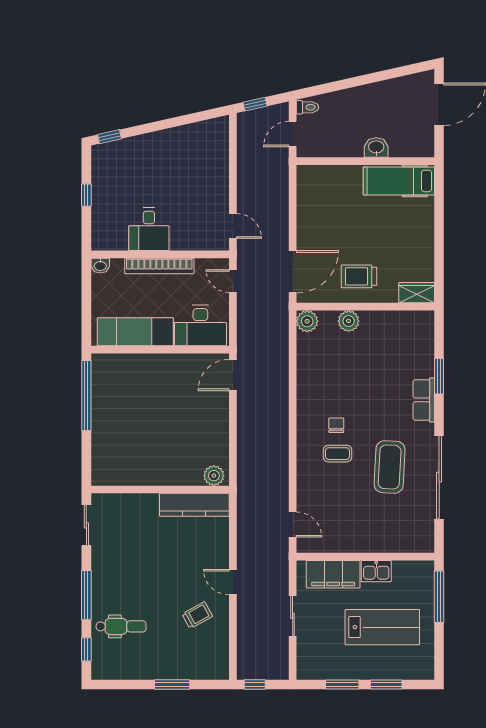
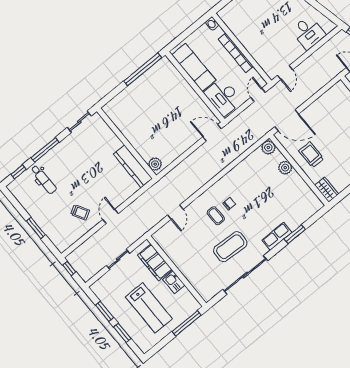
desk: (149, 229) -> (308, 33), moved, turned -90
door: (293, 524) -> (175, 212), moved

